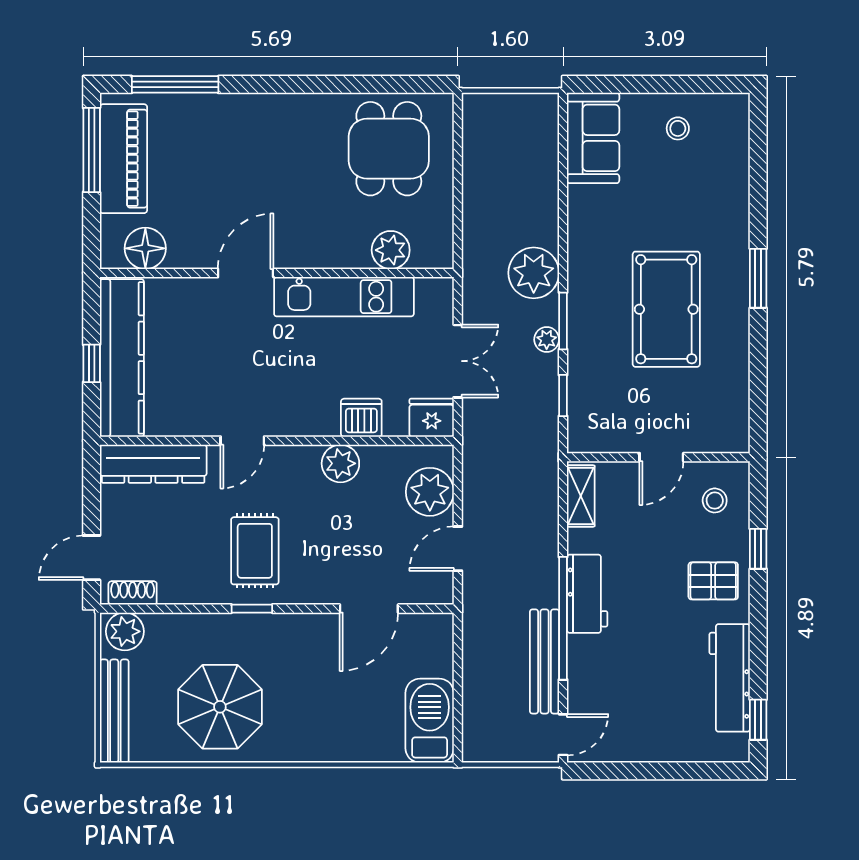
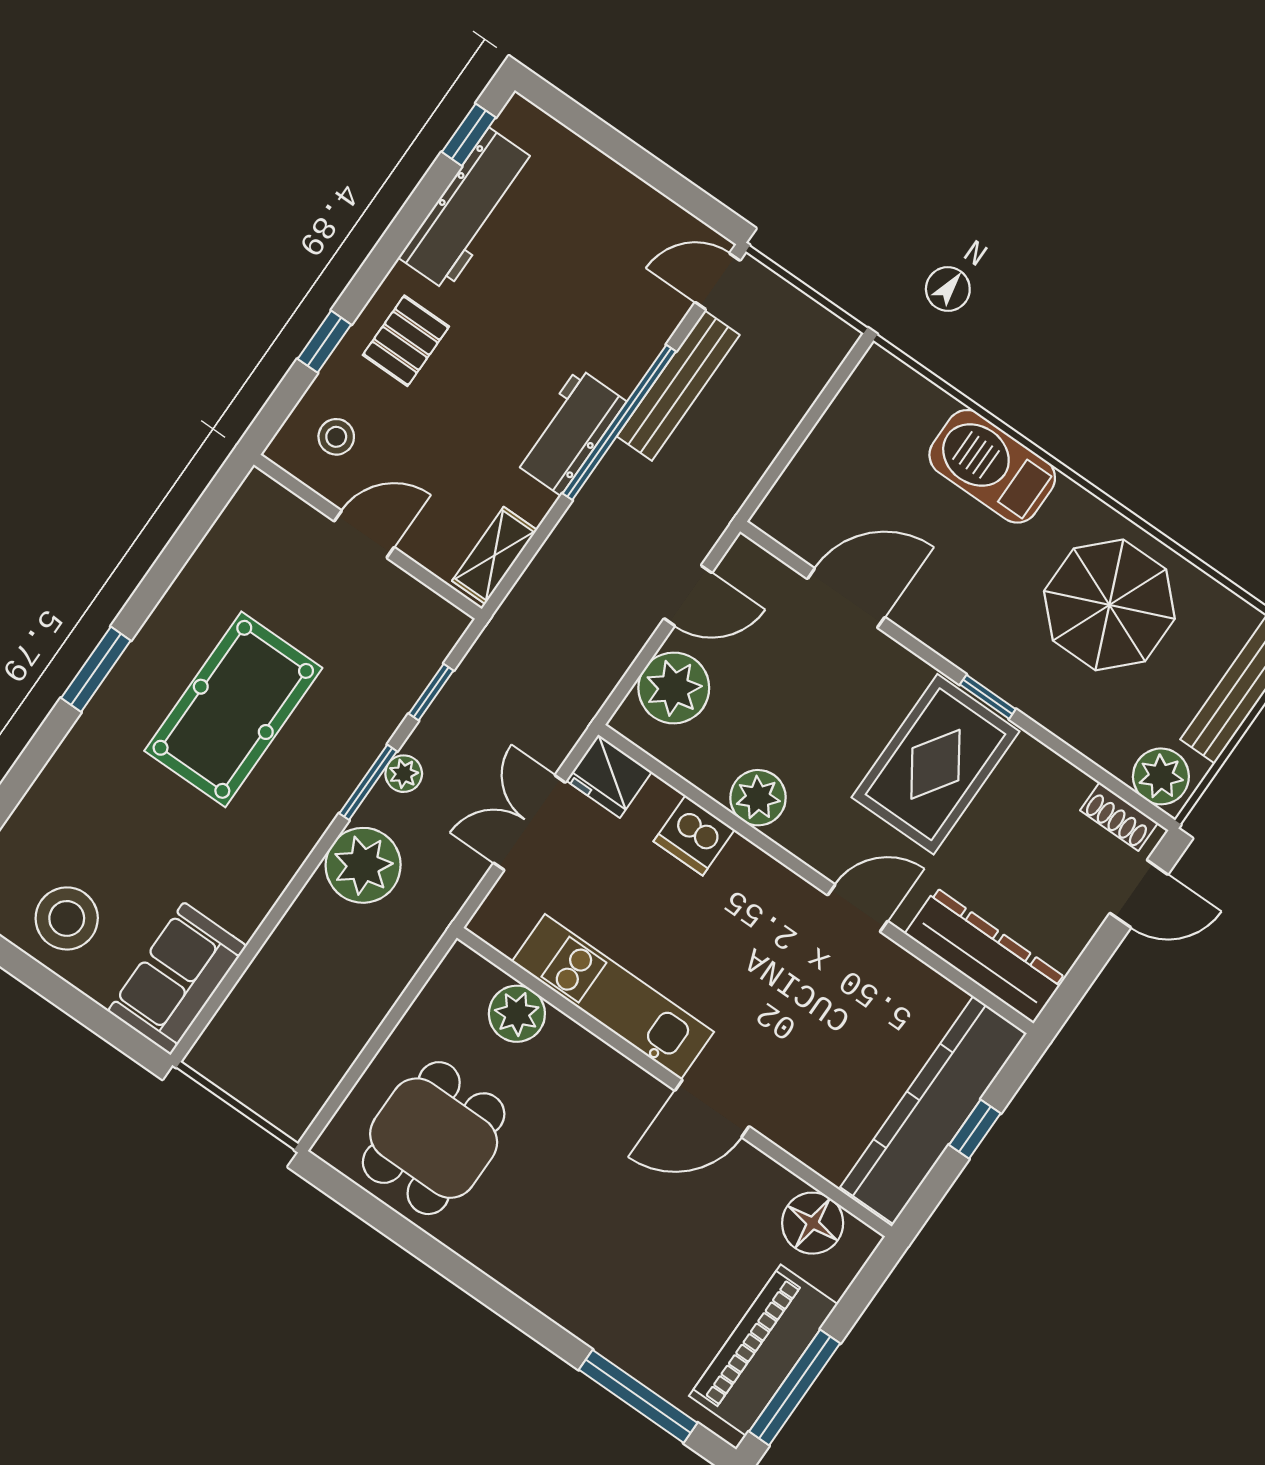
stool: (678, 128) -> (67, 918), width x1.89, depth x1.89
rug: (255, 551) -> (935, 764), width x1.36, depth x1.43
pallet: (713, 581) -> (406, 341), turned 90
barbecue: (430, 721) -> (992, 466), moved, turned 90

